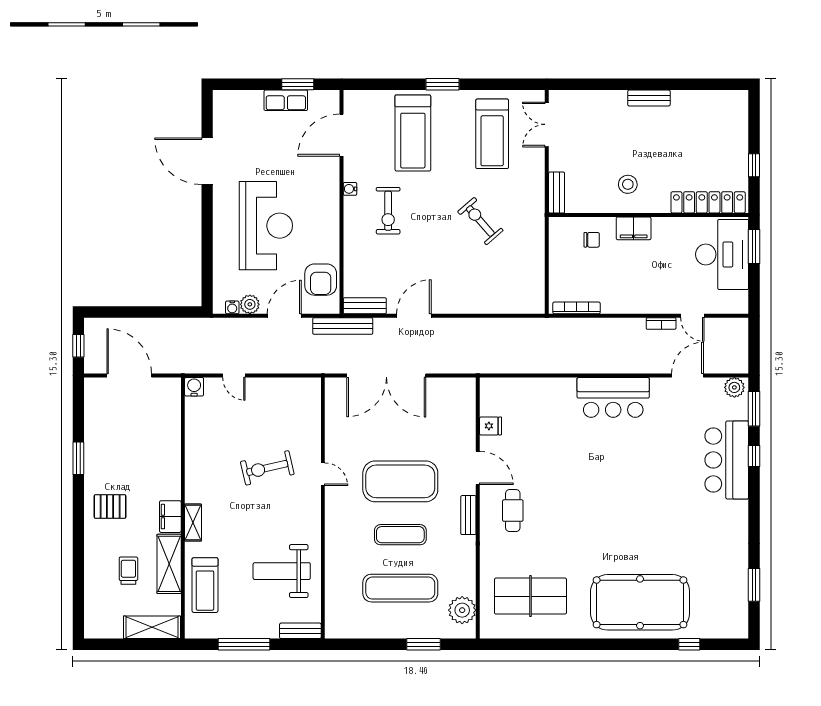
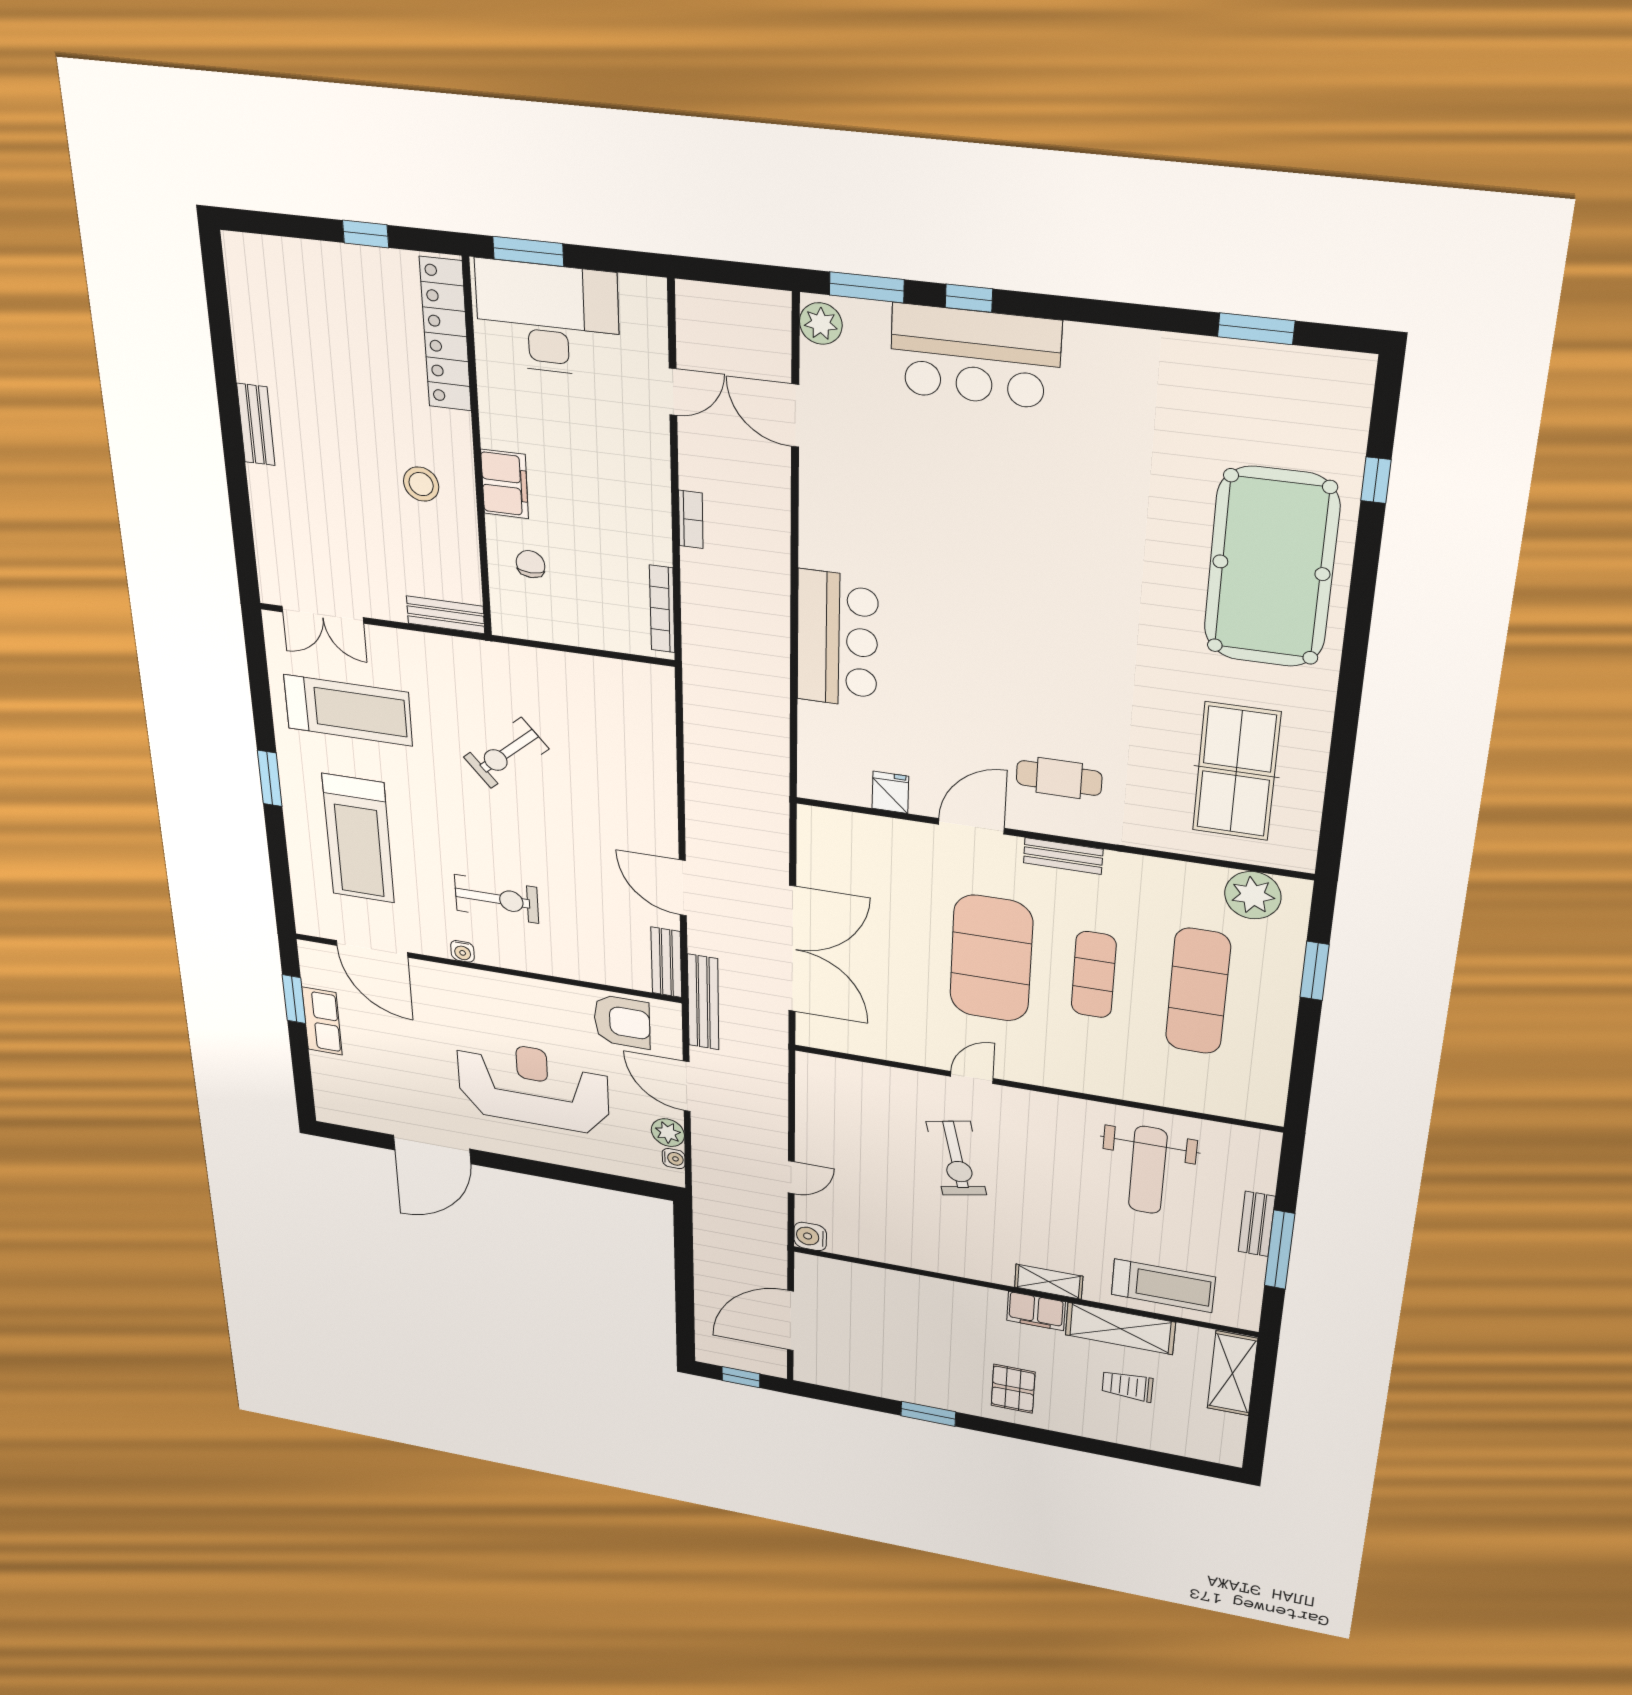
treadmill: (413, 133) -> (358, 839), turned 90
bookcase: (661, 324) -> (691, 519), moved
bar counter: (613, 397) -> (837, 639), moved
bench: (300, 631) -> (1257, 1224), moved

